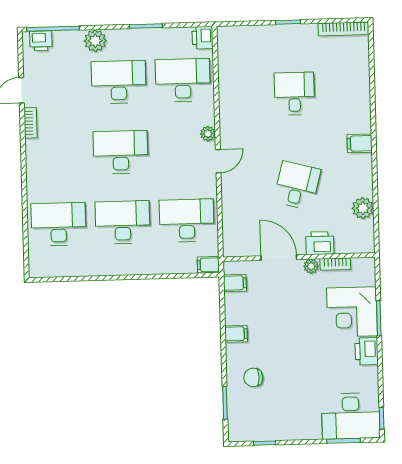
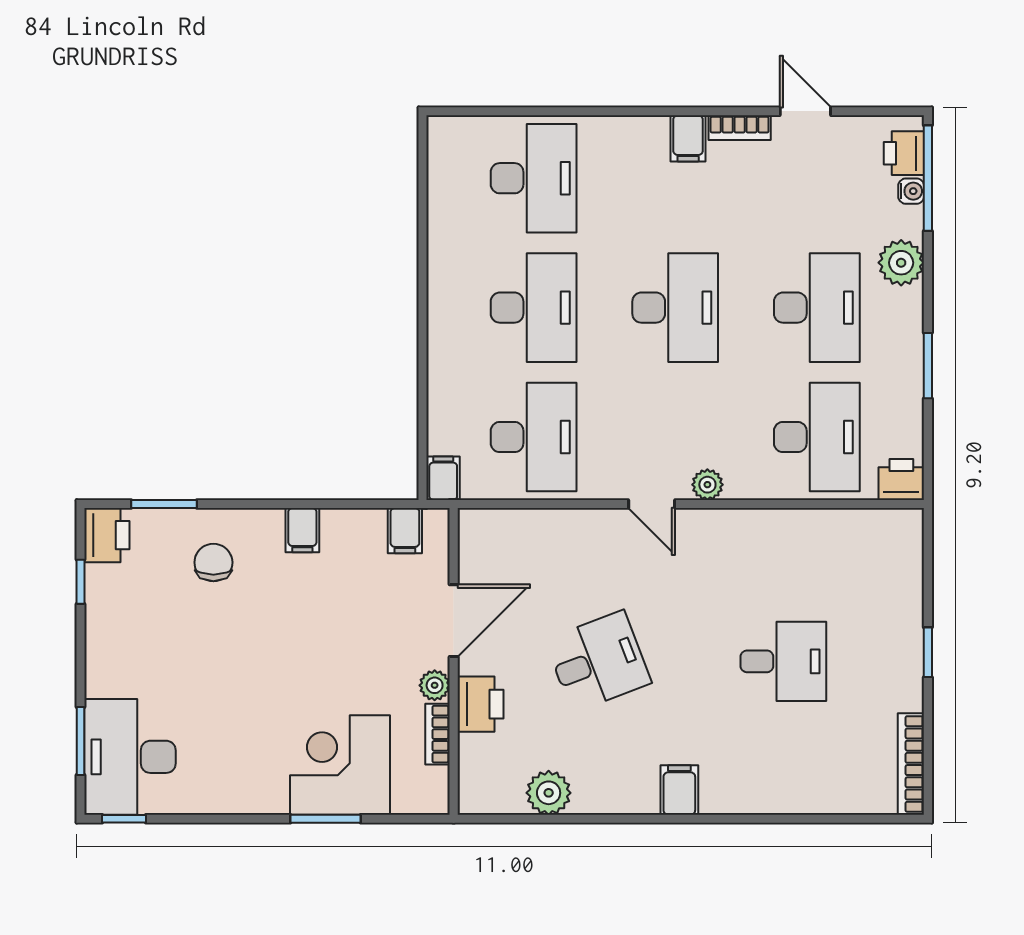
water cooler: (60, 37) -> (911, 191), added
filing cabinet: (37, 148) -> (688, 138), added
desk: (297, 185) -> (598, 661), turned -36
printer: (367, 351) -> (107, 535), moved, turned 90

